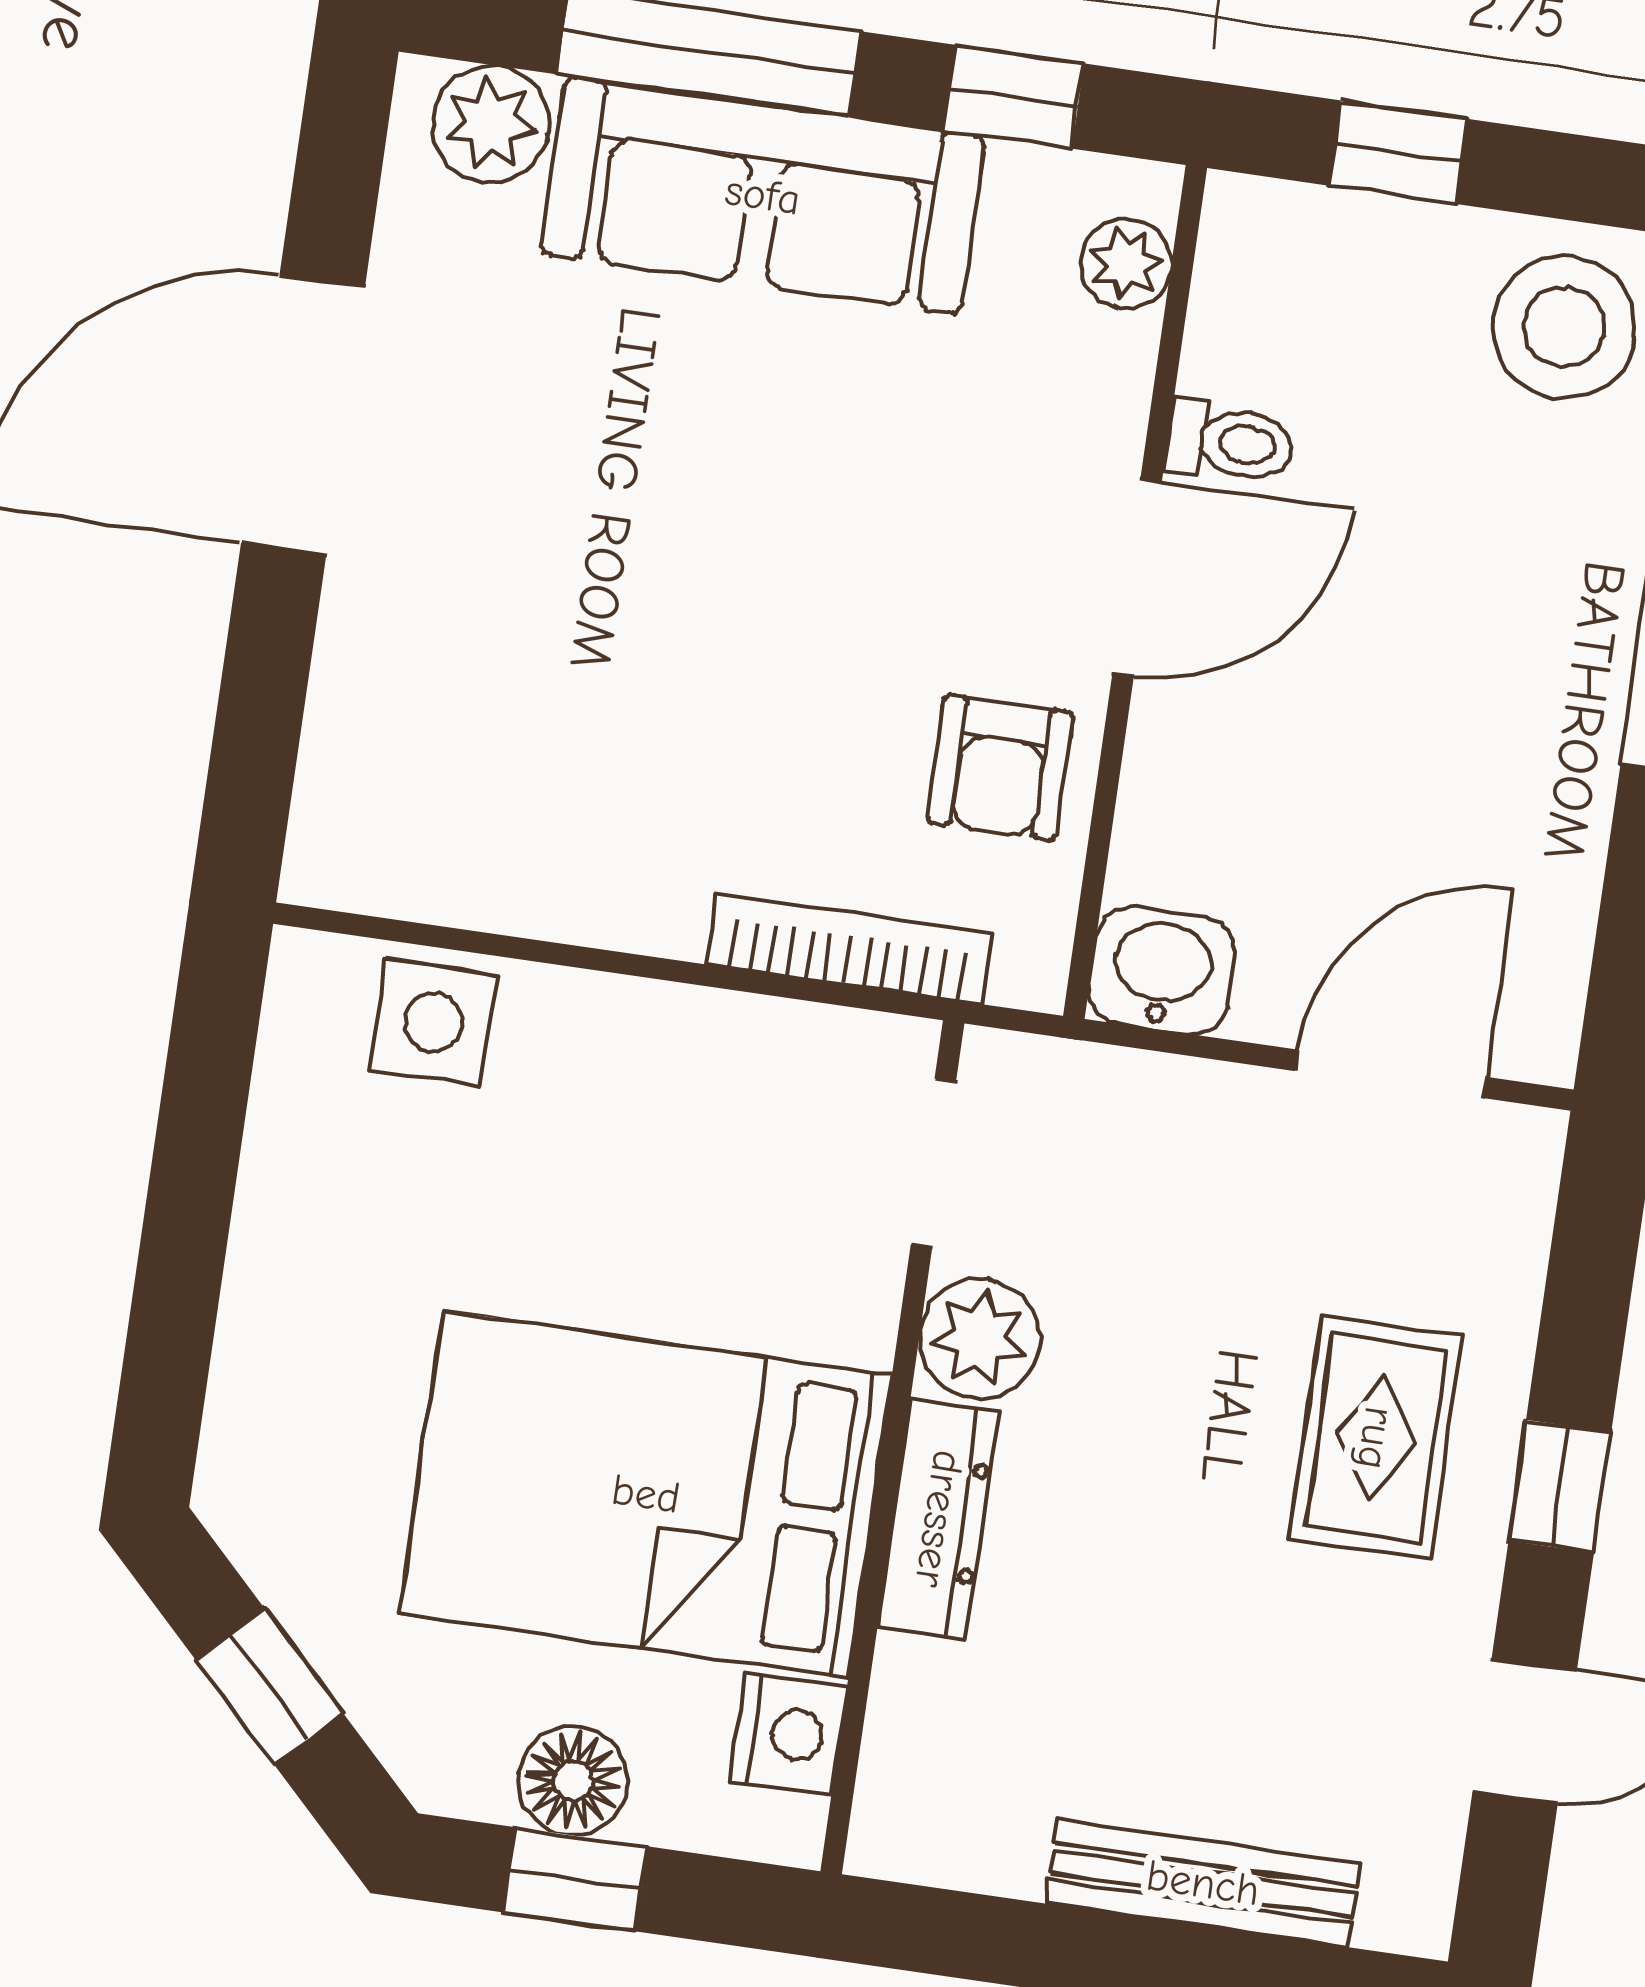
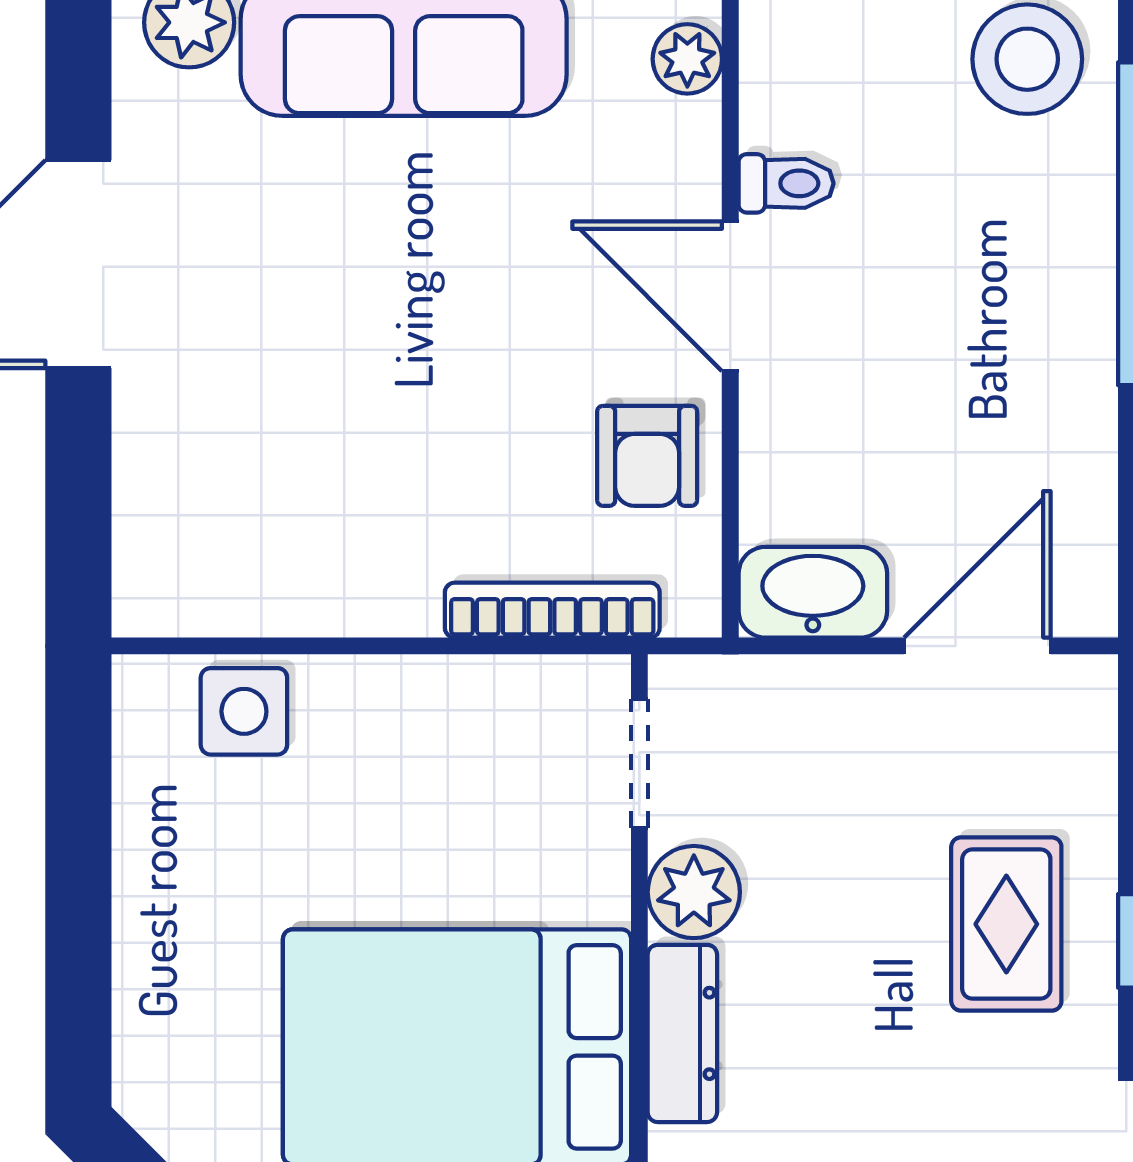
door: (1137, 577) -> (730, 296), swing flipped
washbasin: (1162, 970) -> (813, 592), width x1.38

